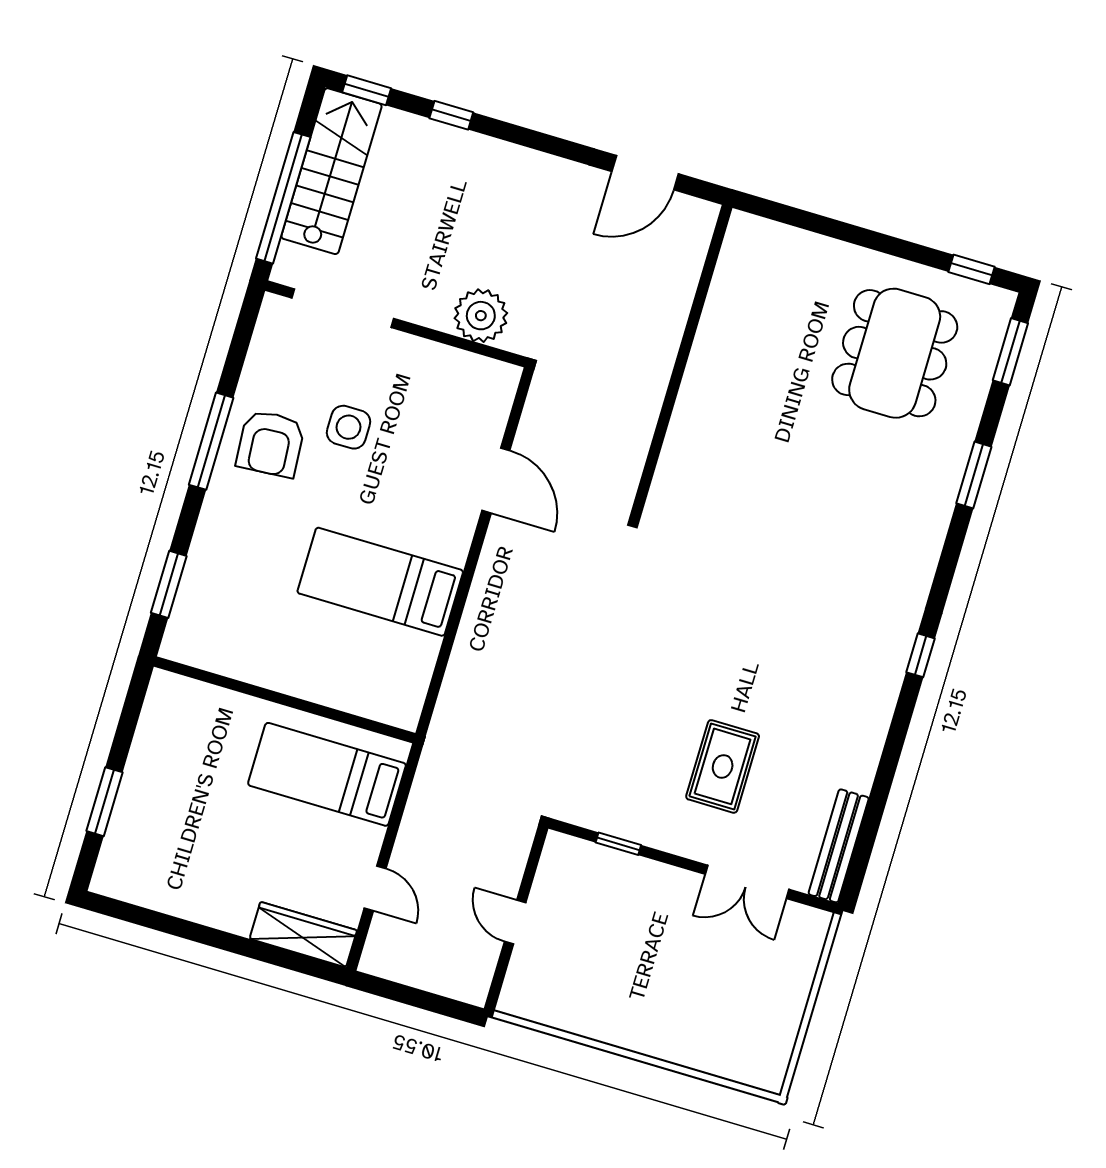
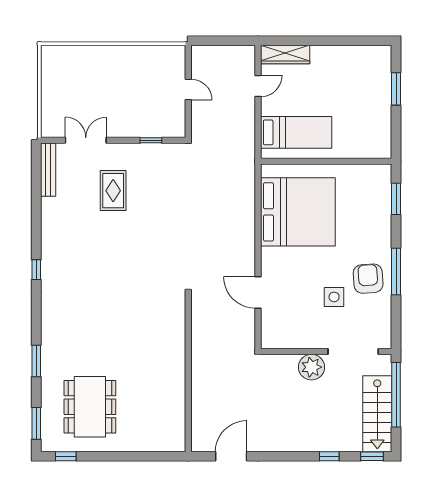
plant: (481, 316) -> (311, 367), moved
bed: (380, 582) -> (298, 212), width x2.04
door: (375, 888) -> (258, 86), swing flipped

